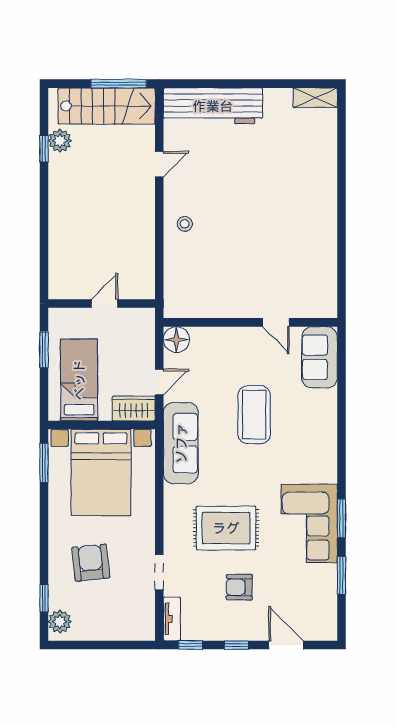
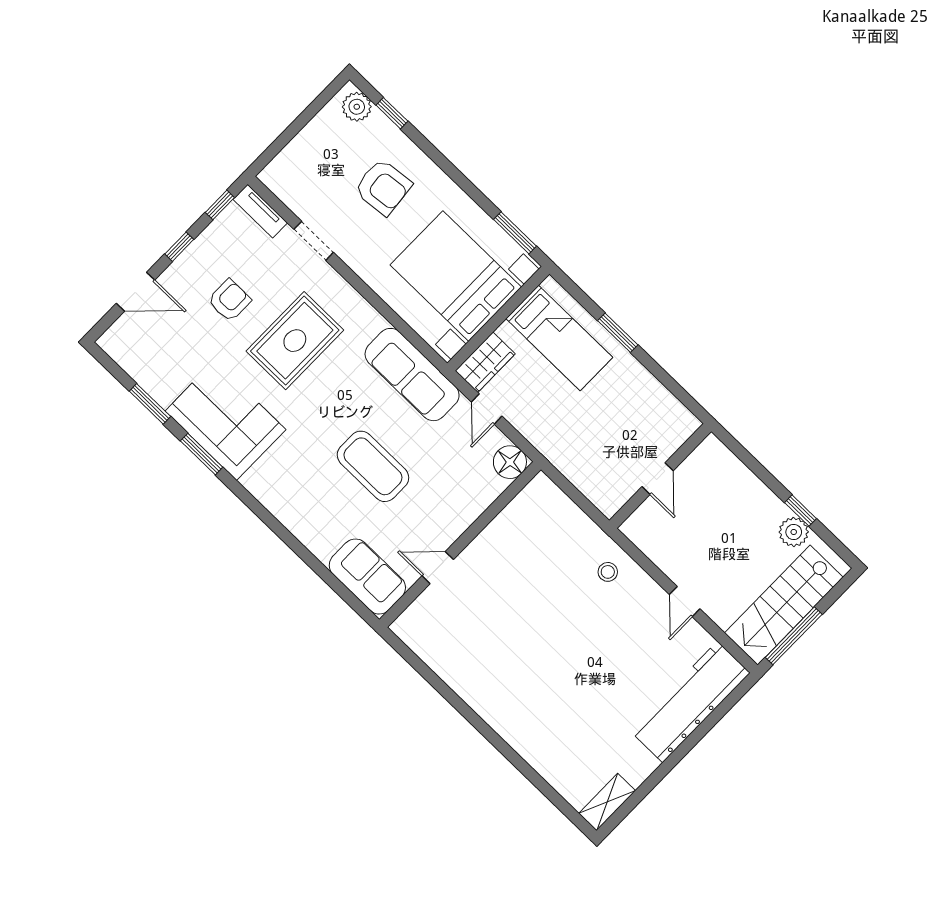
wall: (102, 304) -> (660, 476), moved
door: (105, 304) -> (658, 479), moved

